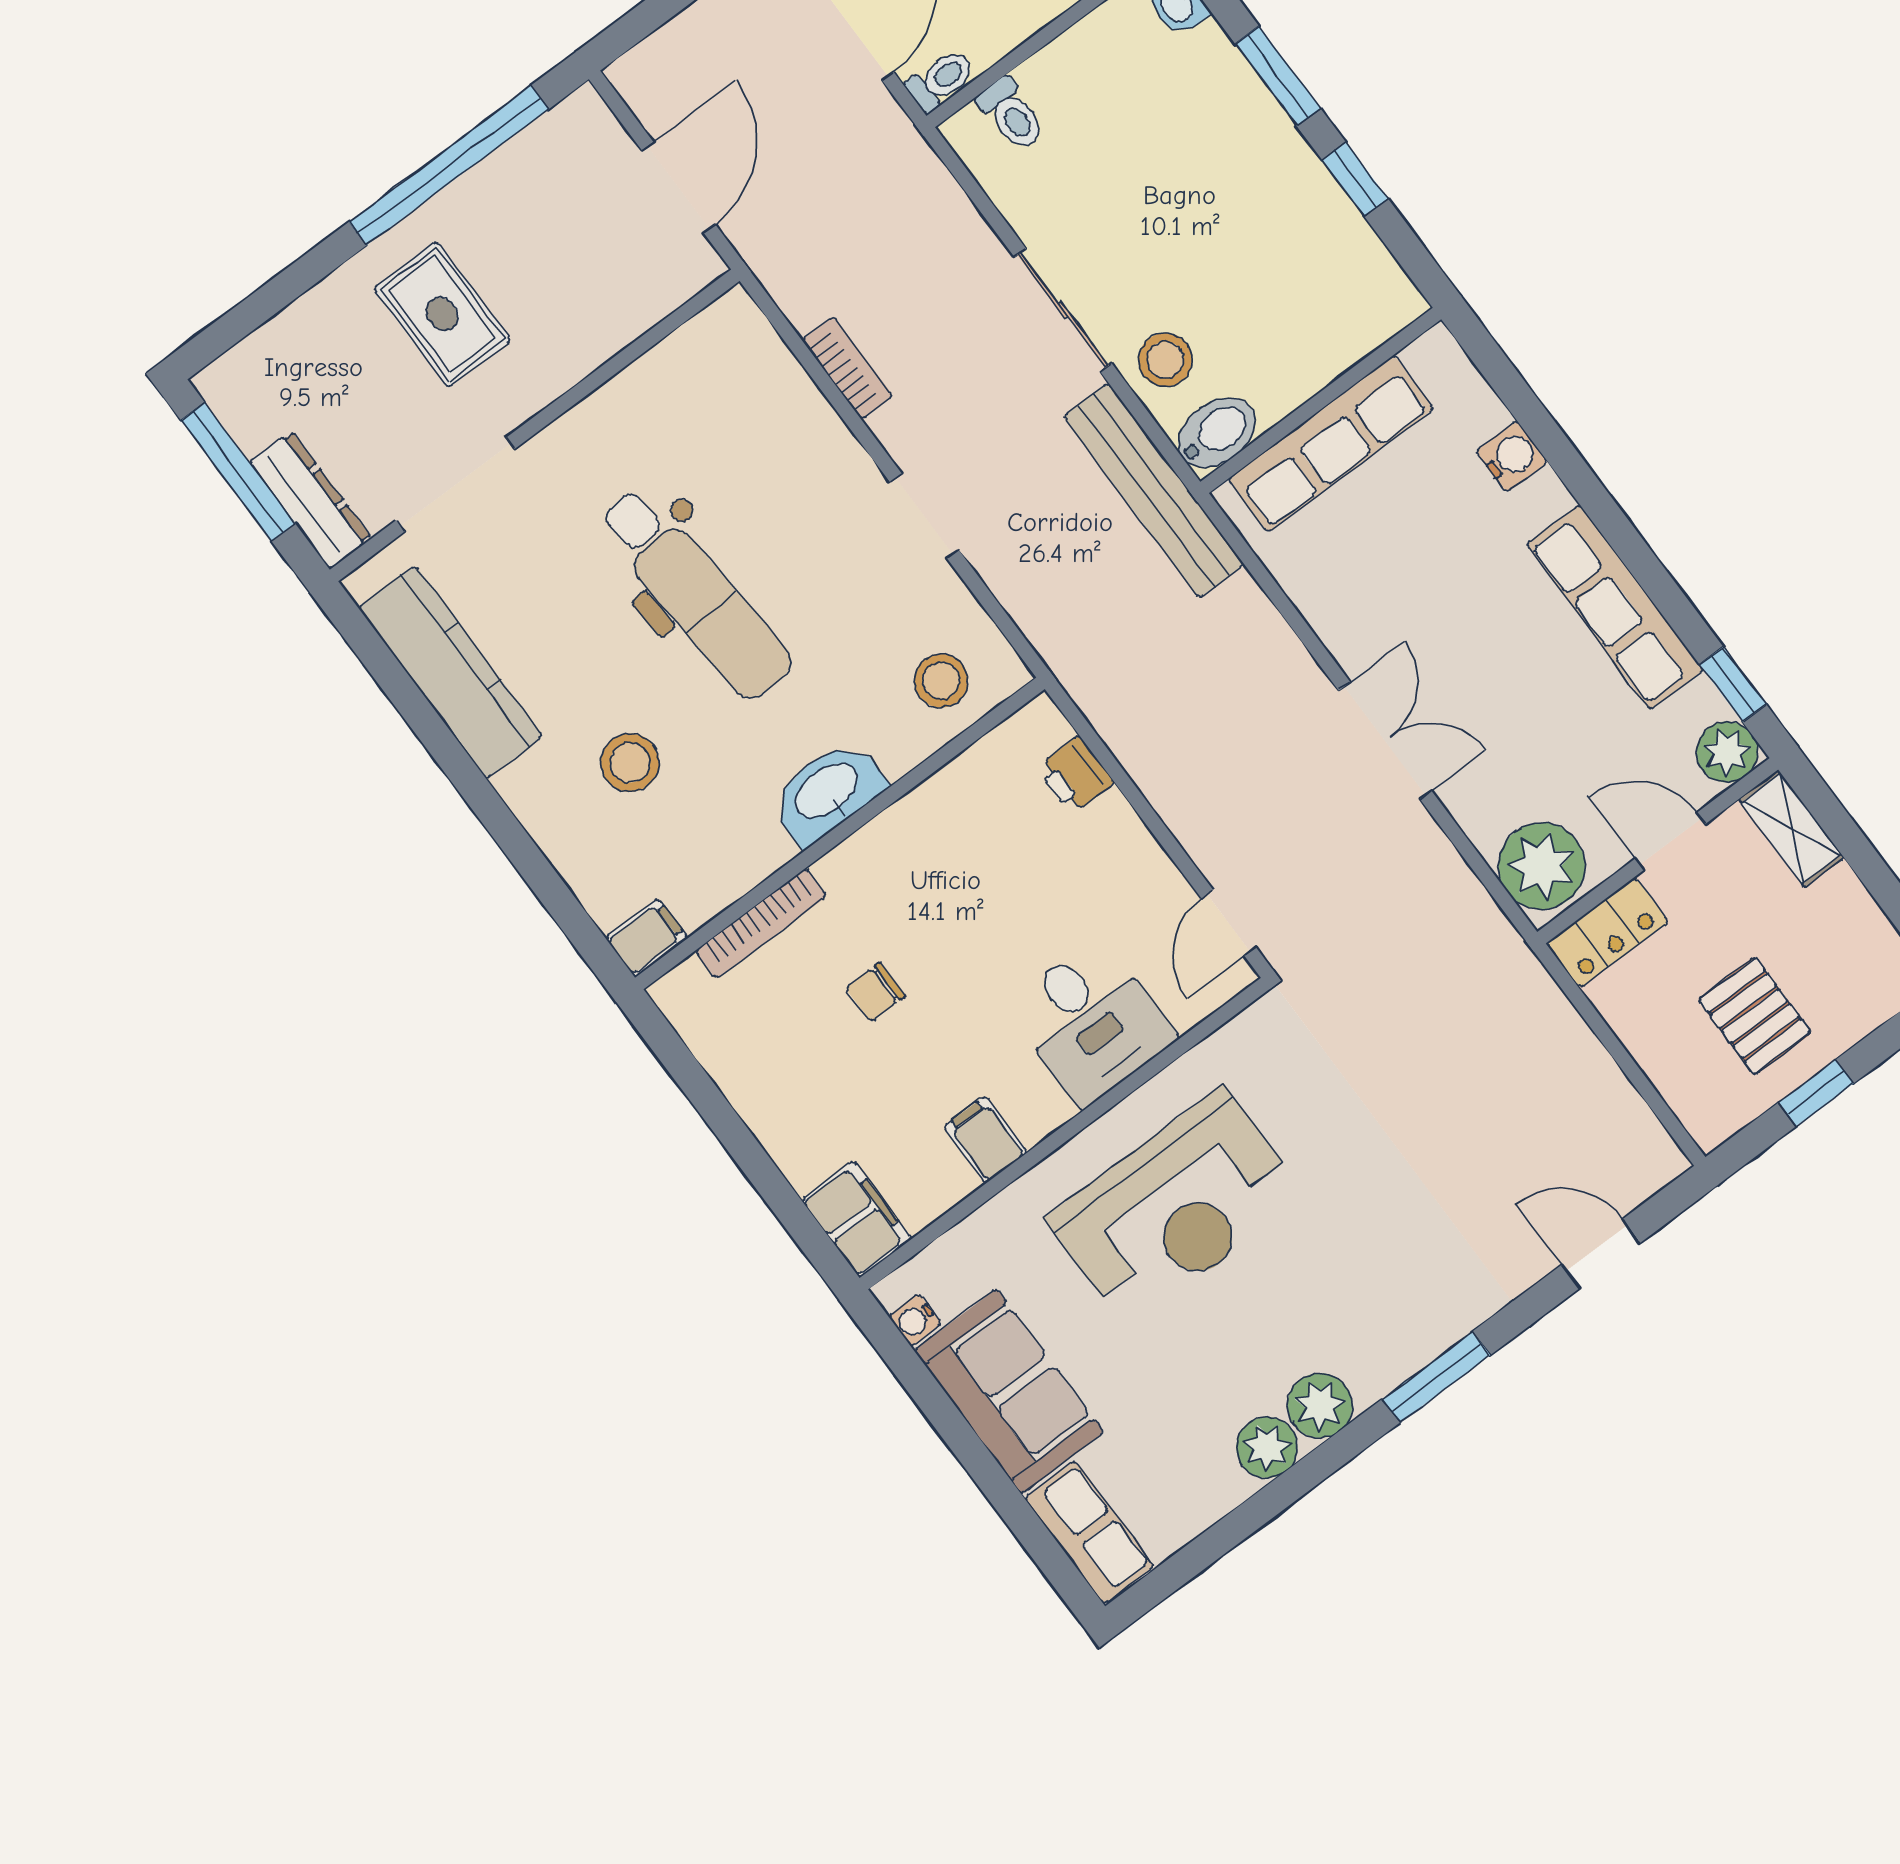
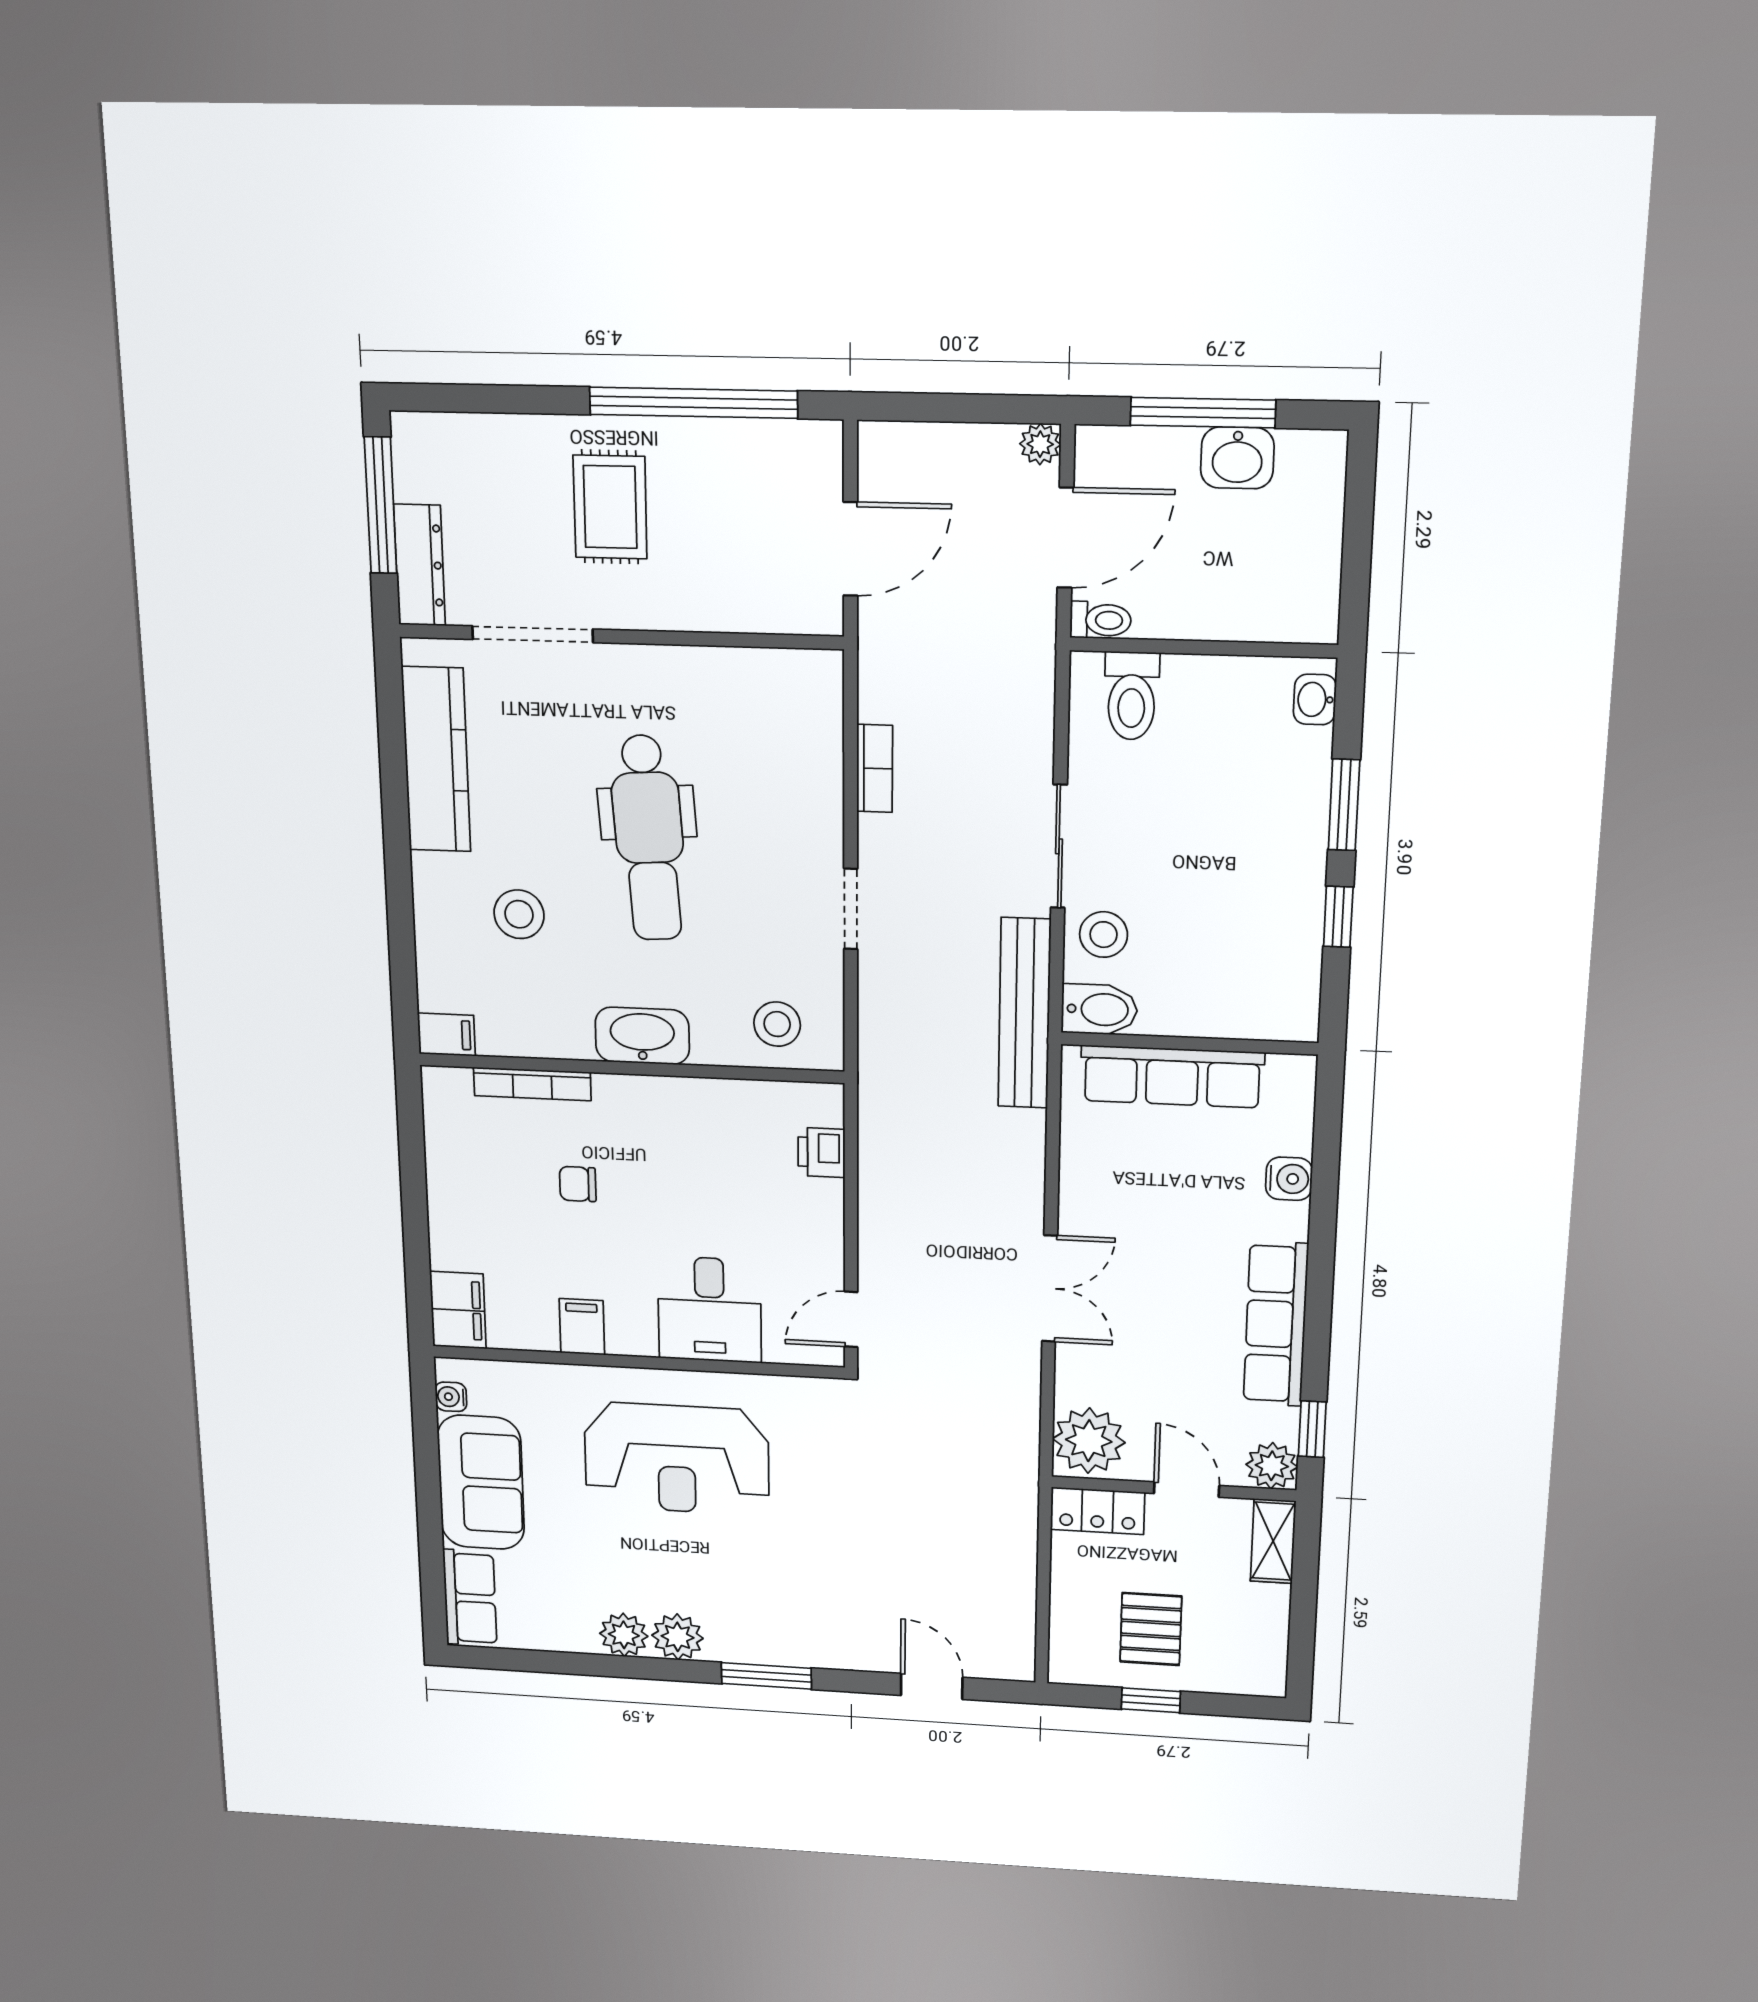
toilet: (1011, 114) -> (1132, 696), width x1.37, depth x1.39

